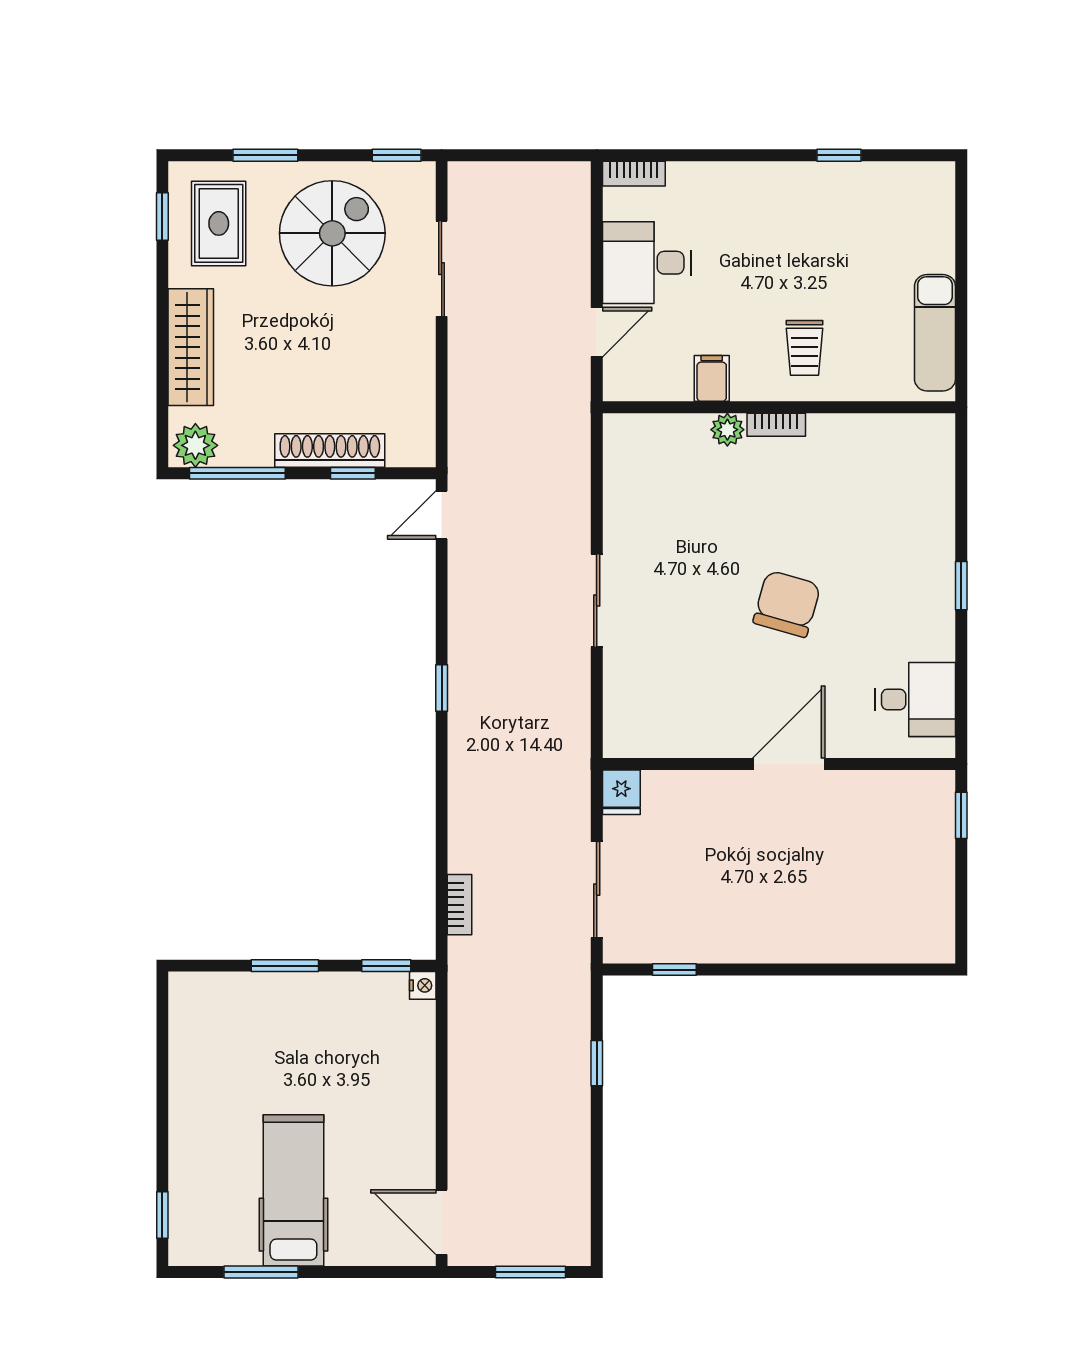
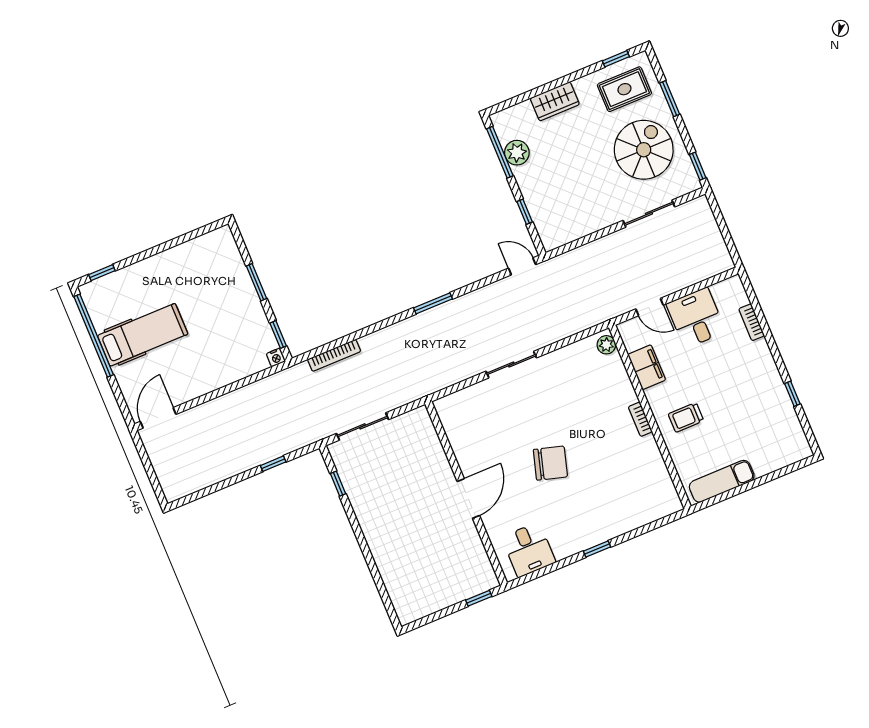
bookcase: (634, 174) -> (752, 322), moved
spiral stairs: (332, 233) -> (644, 150), turned -90
wardrobe: (191, 347) -> (555, 101), width x0.67
filing cabinet: (712, 378) -> (647, 367), width x2.00
plant: (727, 430) -> (606, 345), moved
plant: (195, 445) -> (517, 153), moved
shoe rack: (330, 450) -> (531, 195), removed
window: (442, 688) -> (433, 303), width x1.50
door: (789, 764) -> (468, 498), hinge flipped
fridge: (621, 792) -> (418, 418), removed
bookcase: (459, 905) -> (334, 355), width x1.56
window: (261, 1272) -> (94, 336), width x2.11
window: (531, 1272) -> (151, 474), removed

